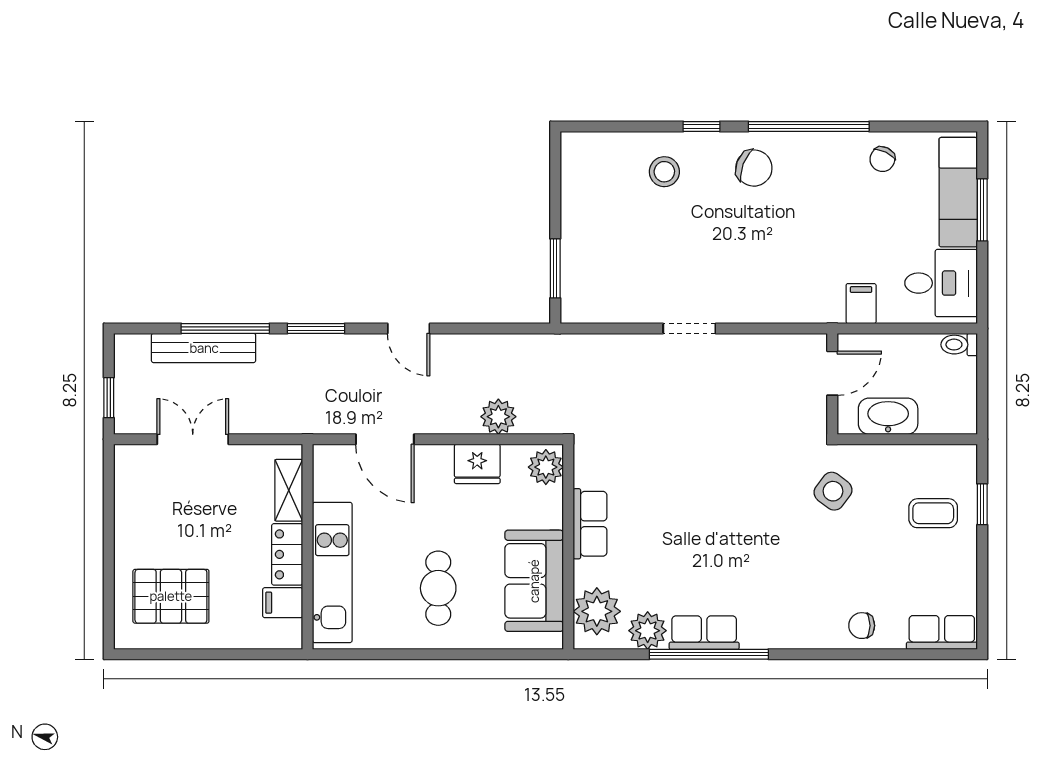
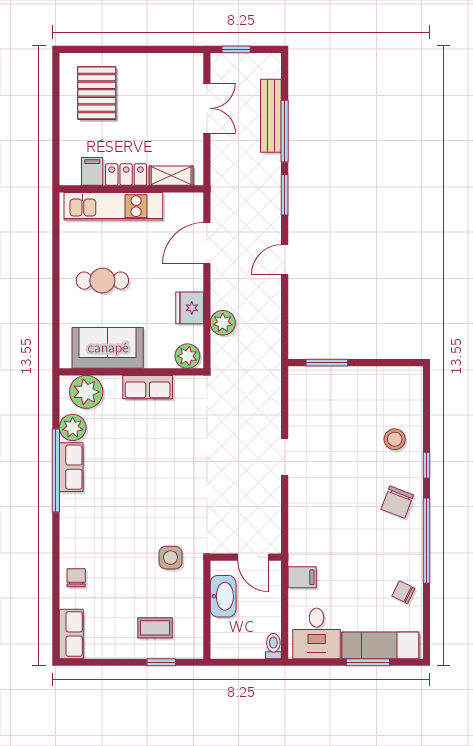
side table: (833, 491) -> (170, 558), turned -37
coffee table: (933, 513) -> (155, 628), turned 90

